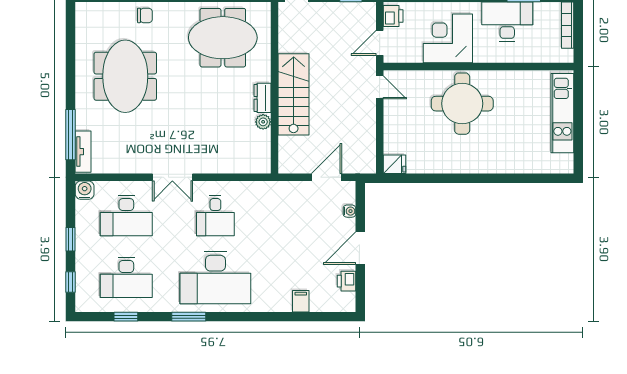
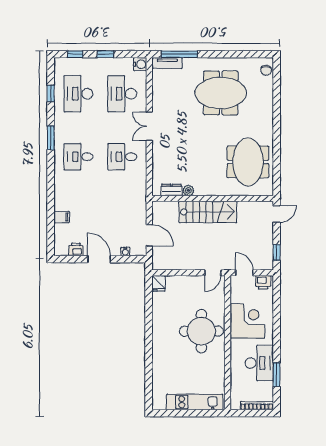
chair: (145, 15) -> (266, 70), moved
dresser: (262, 98) -> (172, 190), moved
desk: (215, 277) -> (78, 157), width x0.53, depth x0.77

